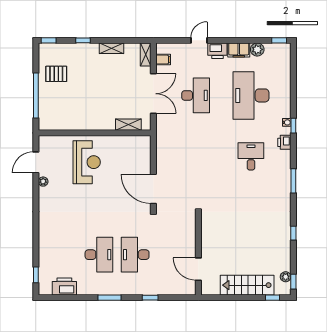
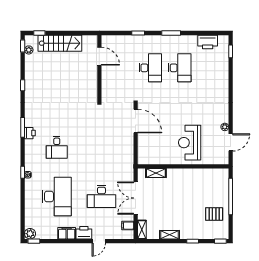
plant: (257, 49) -> (30, 234), moved
desk: (196, 95) -> (101, 196), turned -90
printer: (284, 142) -> (30, 133), moved
desk: (99, 255) -> (180, 68), turned 180

